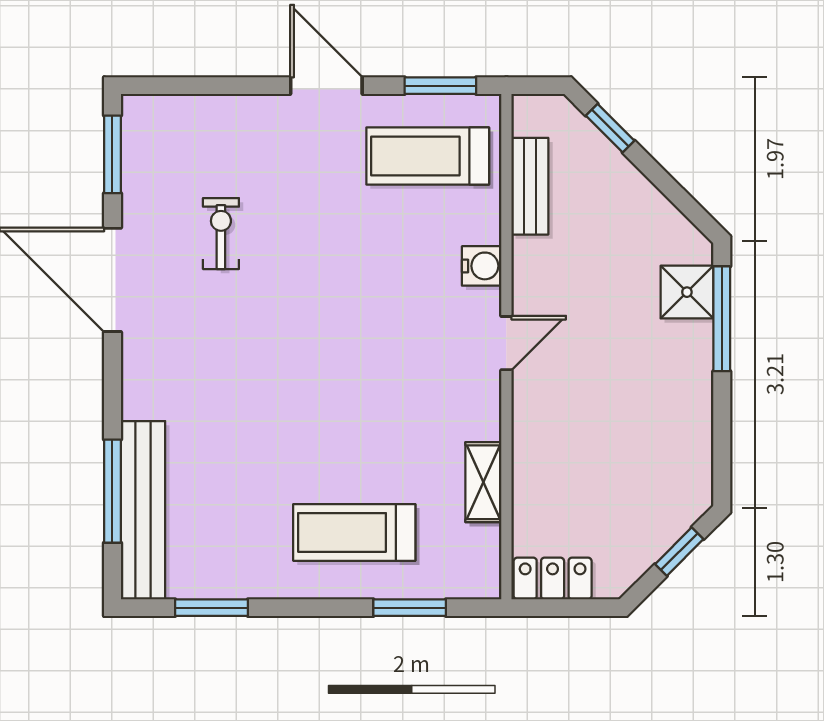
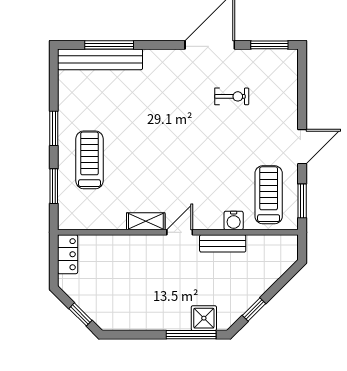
window: (610, 128) -> (254, 310), moved
bench: (530, 186) -> (223, 243), moved
water cooler: (482, 266) -> (234, 220), moved
door: (506, 343) -> (180, 232), swing flipped
shelving: (483, 482) -> (146, 221), moved
window: (211, 608) -> (54, 128), moved

